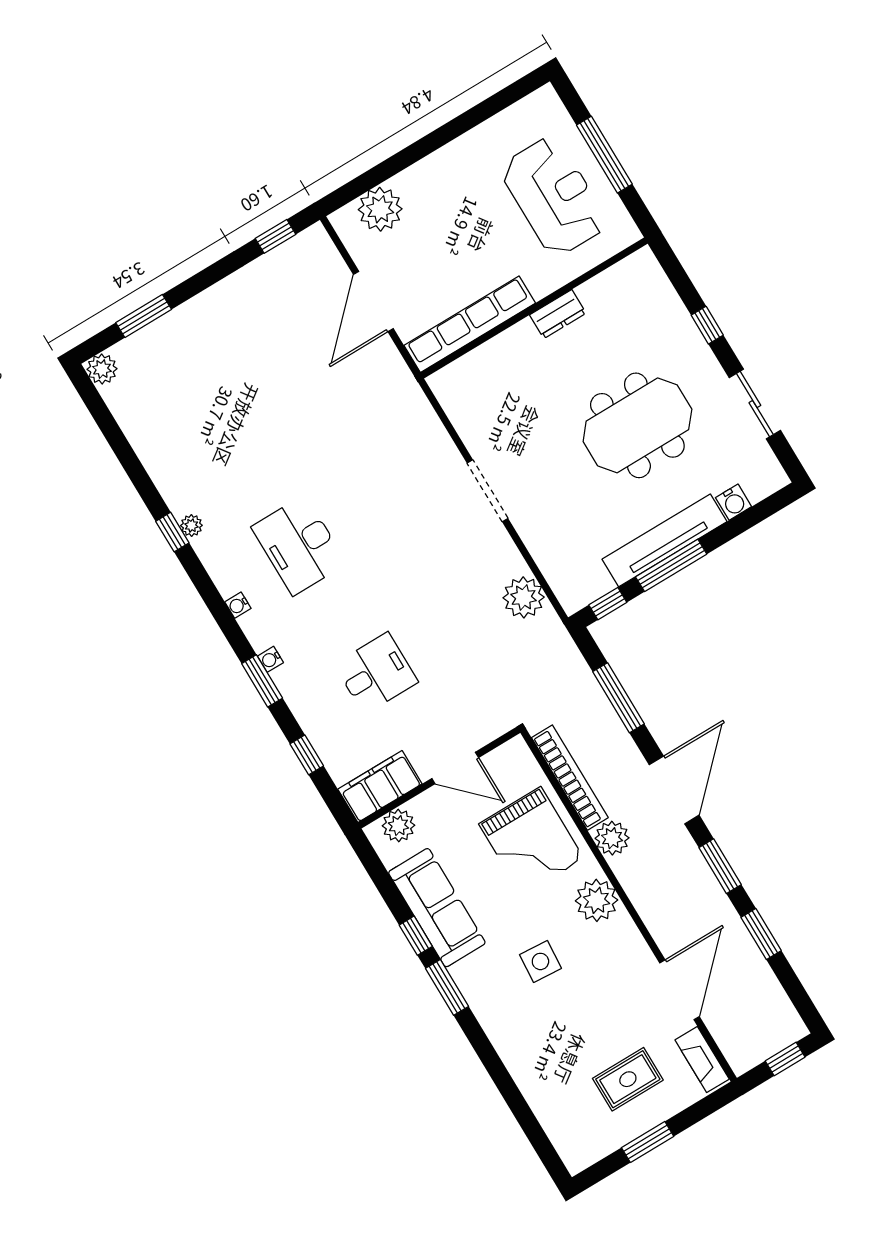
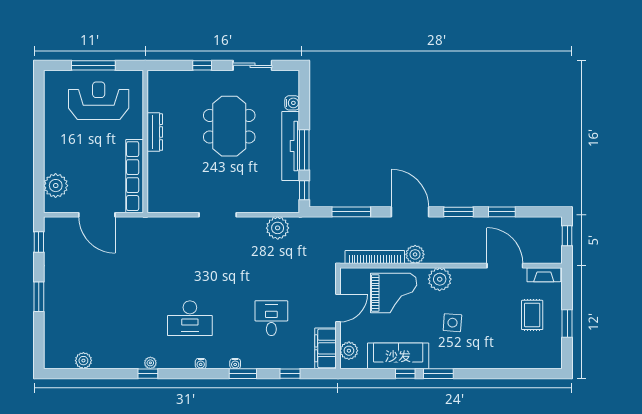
dresser: (558, 314) -> (155, 132), width x1.44
window: (144, 316) -> (39, 297), moved
plant: (102, 369) -> (83, 361), moved

